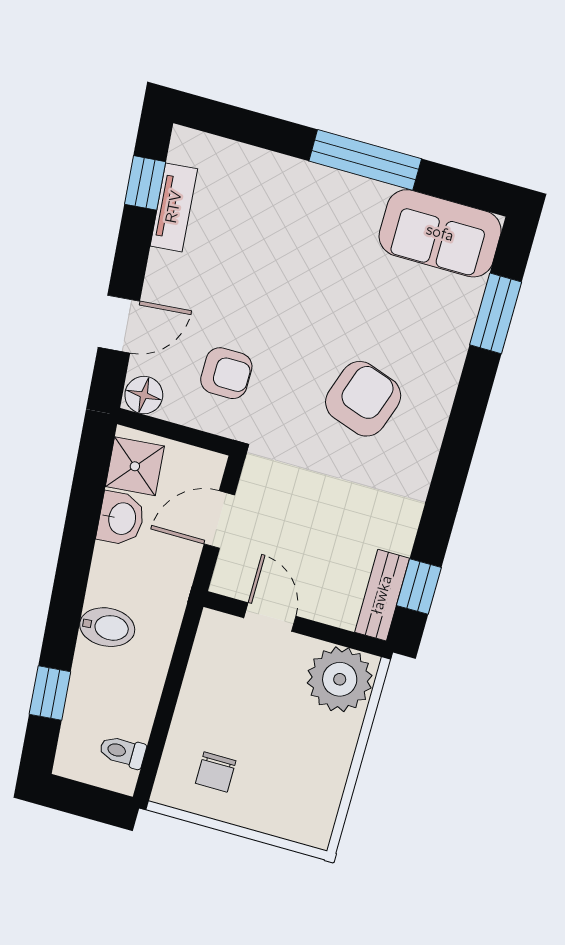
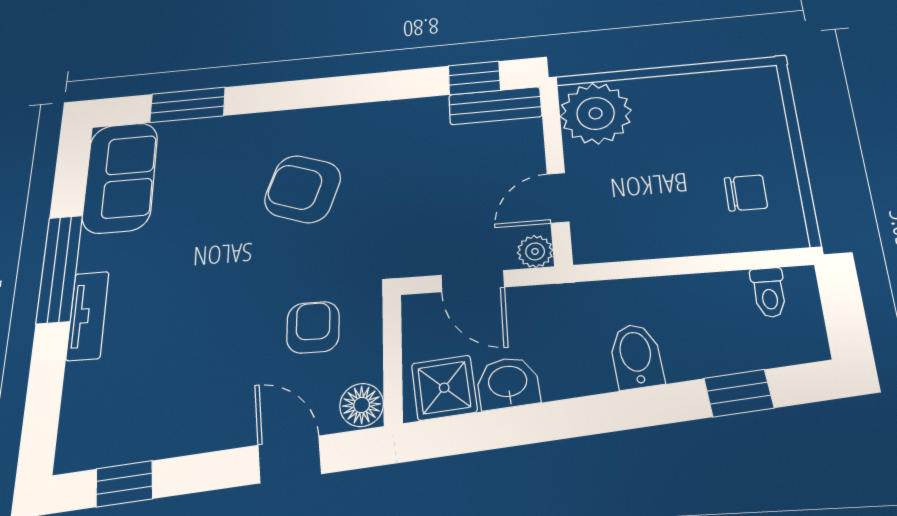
tv unit: (174, 207) -> (88, 316), moved, turned 95
plant: (227, 580) -> (535, 251), added

